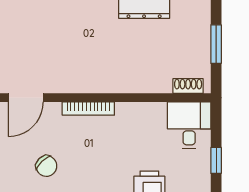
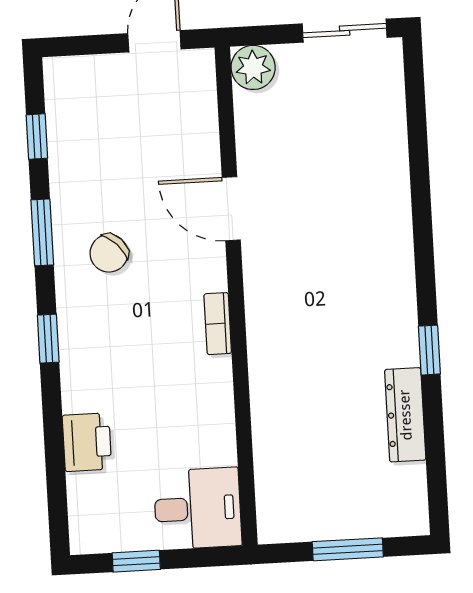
shoe rack: (188, 86) -> (269, 503), removed
bookcase: (88, 109) -> (218, 324), width x0.64

